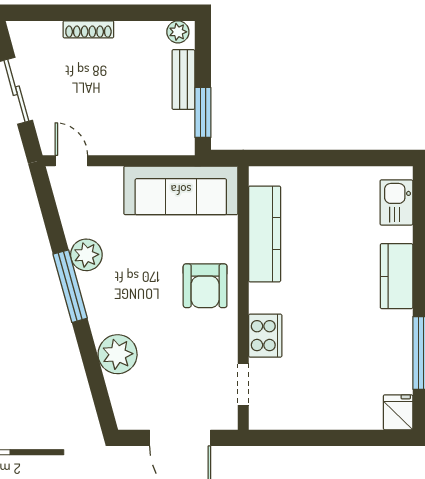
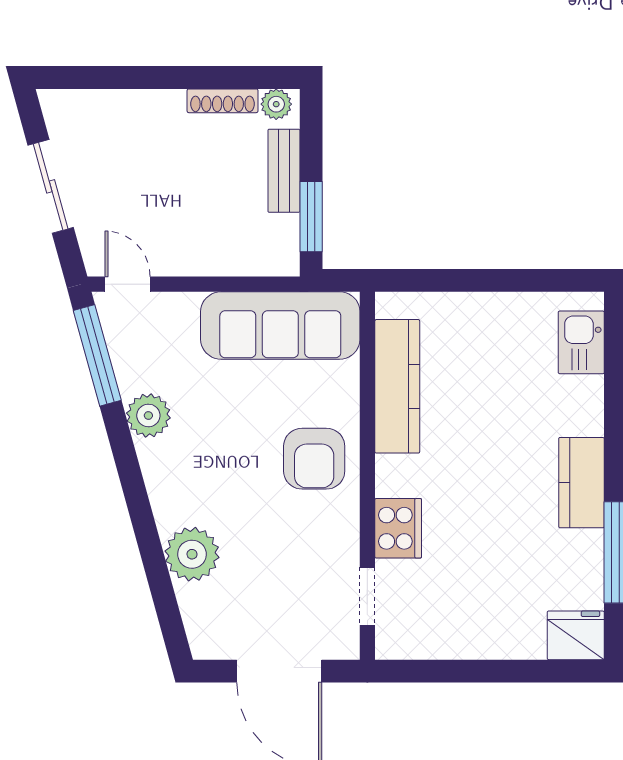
shoe rack: (88, 29) -> (223, 101), moved
kitchen counter: (397, 276) -> (581, 483), moved
window: (70, 286) -> (97, 355), moved
fridge: (398, 412) -> (576, 635), width x1.38

